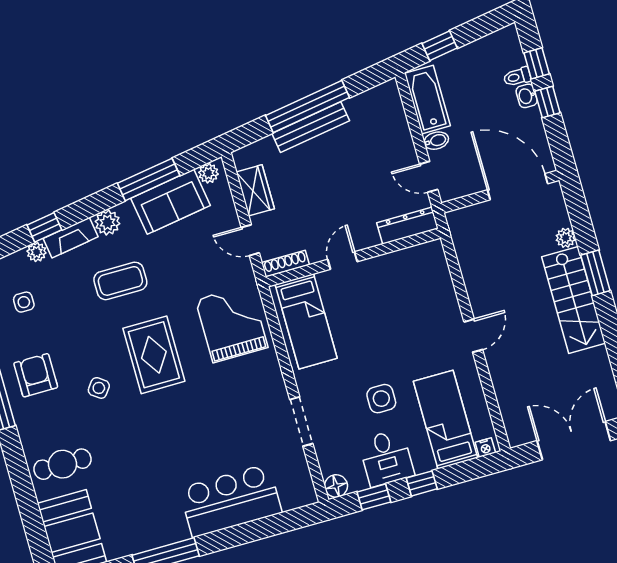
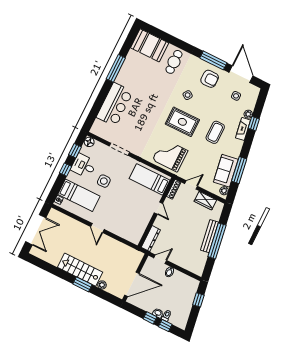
bathtub: (427, 100) -> (185, 281), removed
plant: (108, 223) -> (237, 145), removed
grand piano: (232, 324) -> (170, 155), turned 180

